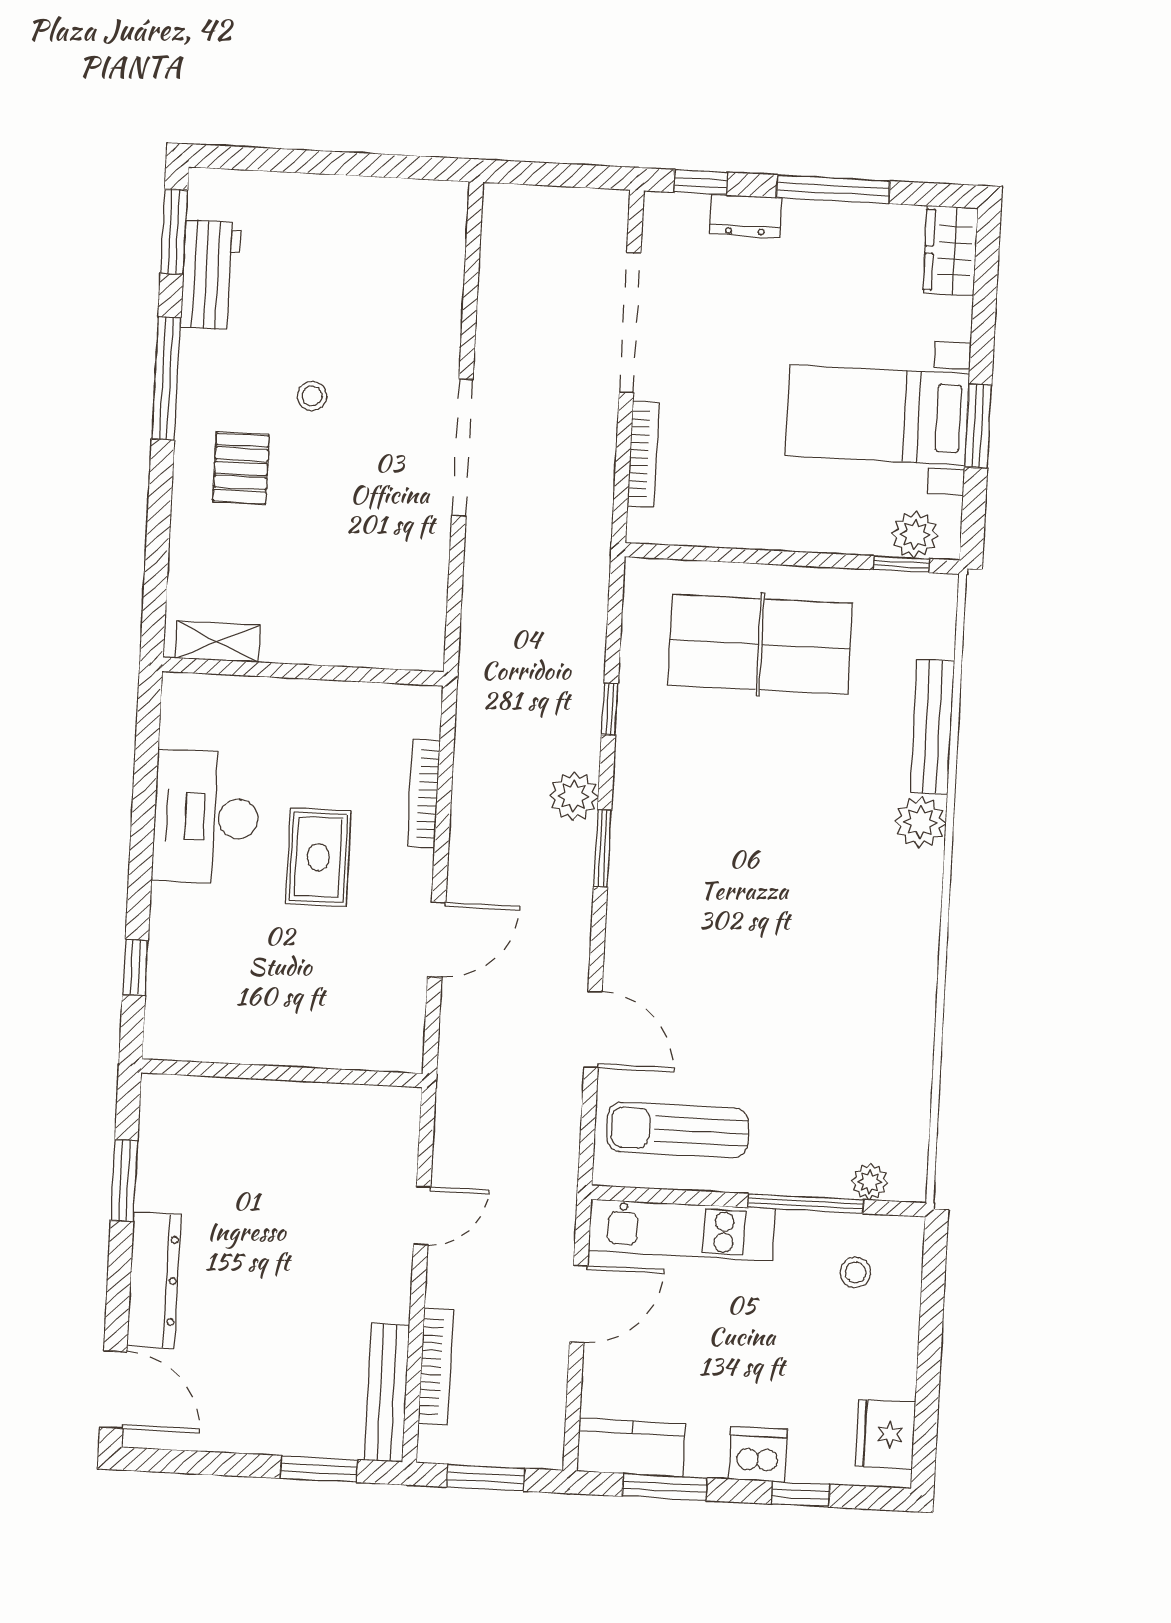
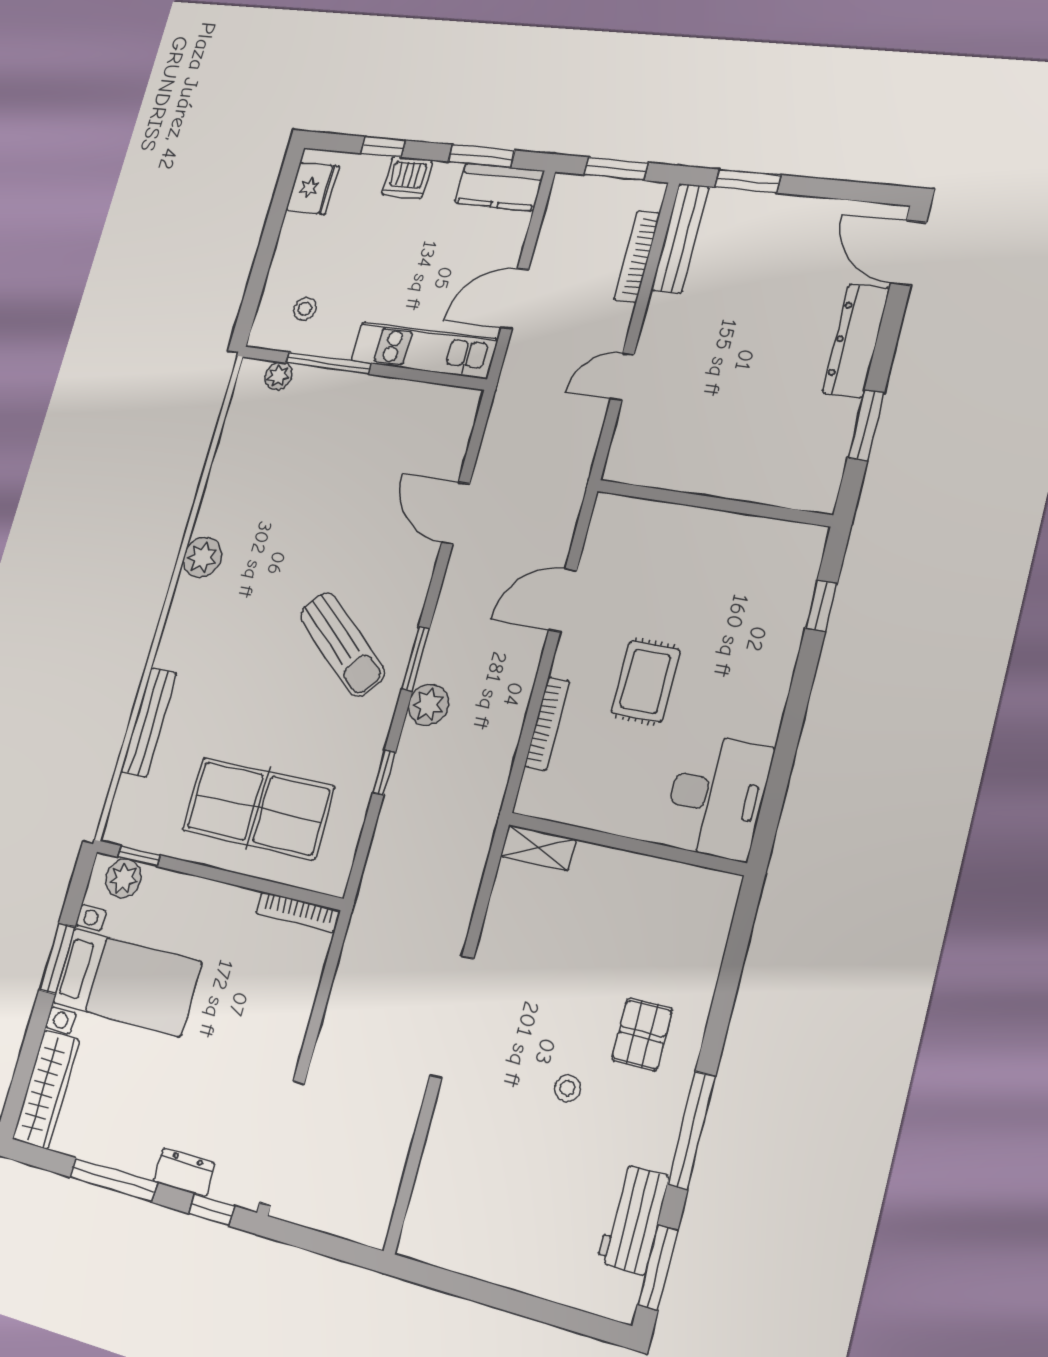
wardrobe: (951, 251) -> (46, 1090), width x1.50
doorway: (630, 323) -> (282, 1143), moved
bookcase: (643, 454) -> (298, 912), moved, turned -90
shelving: (218, 642) -> (538, 848), moved
desk: (206, 817) -> (717, 796), moved
plant: (920, 822) -> (202, 557), moved
sun lounger: (678, 1130) -> (342, 644), moved, turned 40

